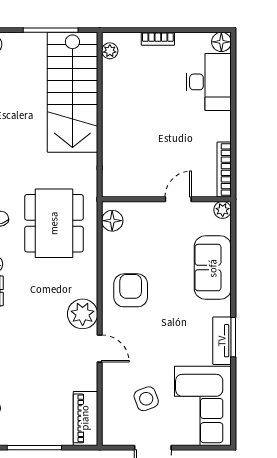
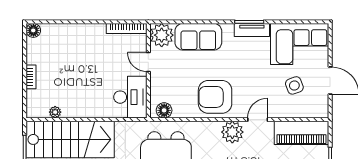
plant: (110, 51) -> (55, 112), moved
desk: (209, 82) -> (130, 97), moved, turned 90
plant: (223, 210) -> (162, 35), width x1.87, depth x1.87
armchair: (131, 290) -> (215, 97), width x1.36, depth x1.36
piano: (85, 418) -> (301, 133), width x1.37, depth x1.33

